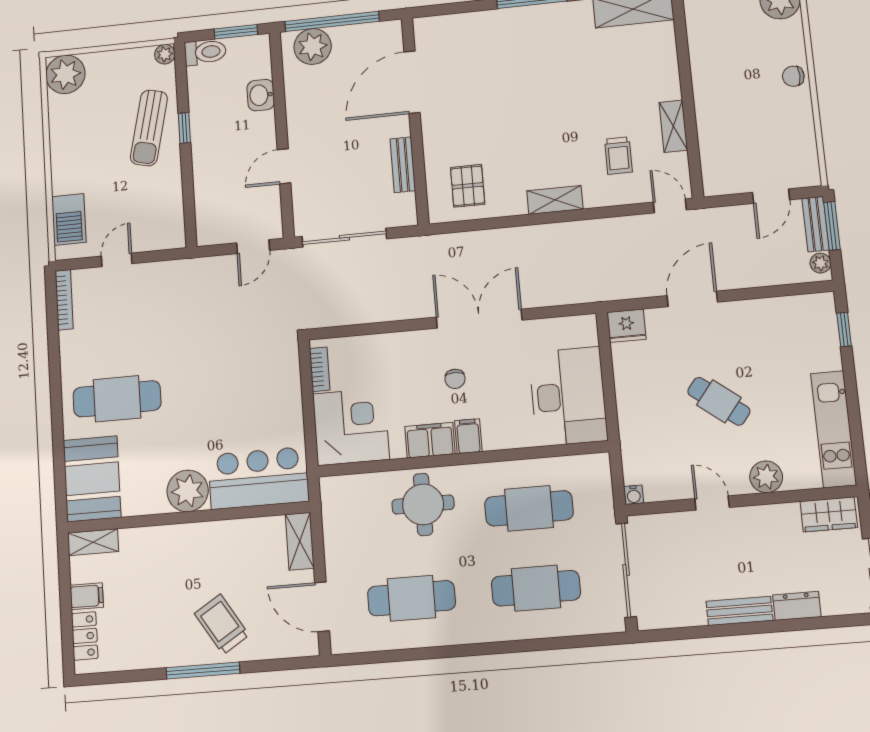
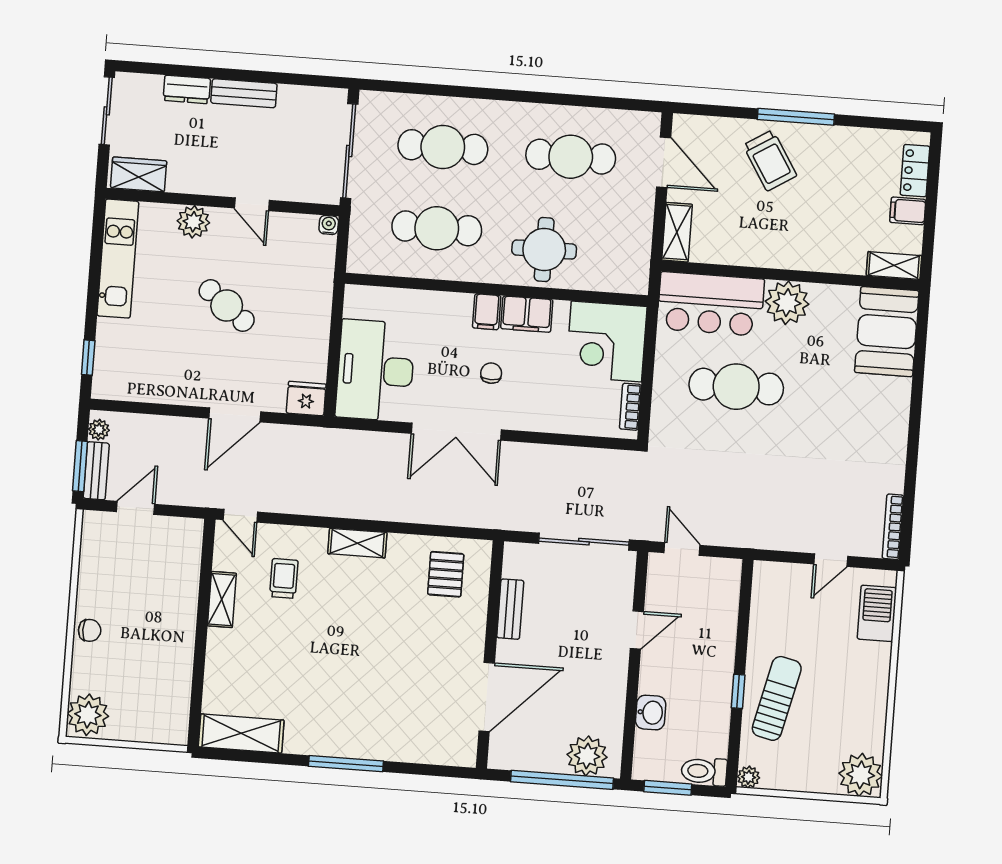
door: (253, 247) -> (682, 549), hinge flipped
desk: (568, 396) -> (375, 370), moved
cafe table: (117, 399) -> (736, 387), moved

